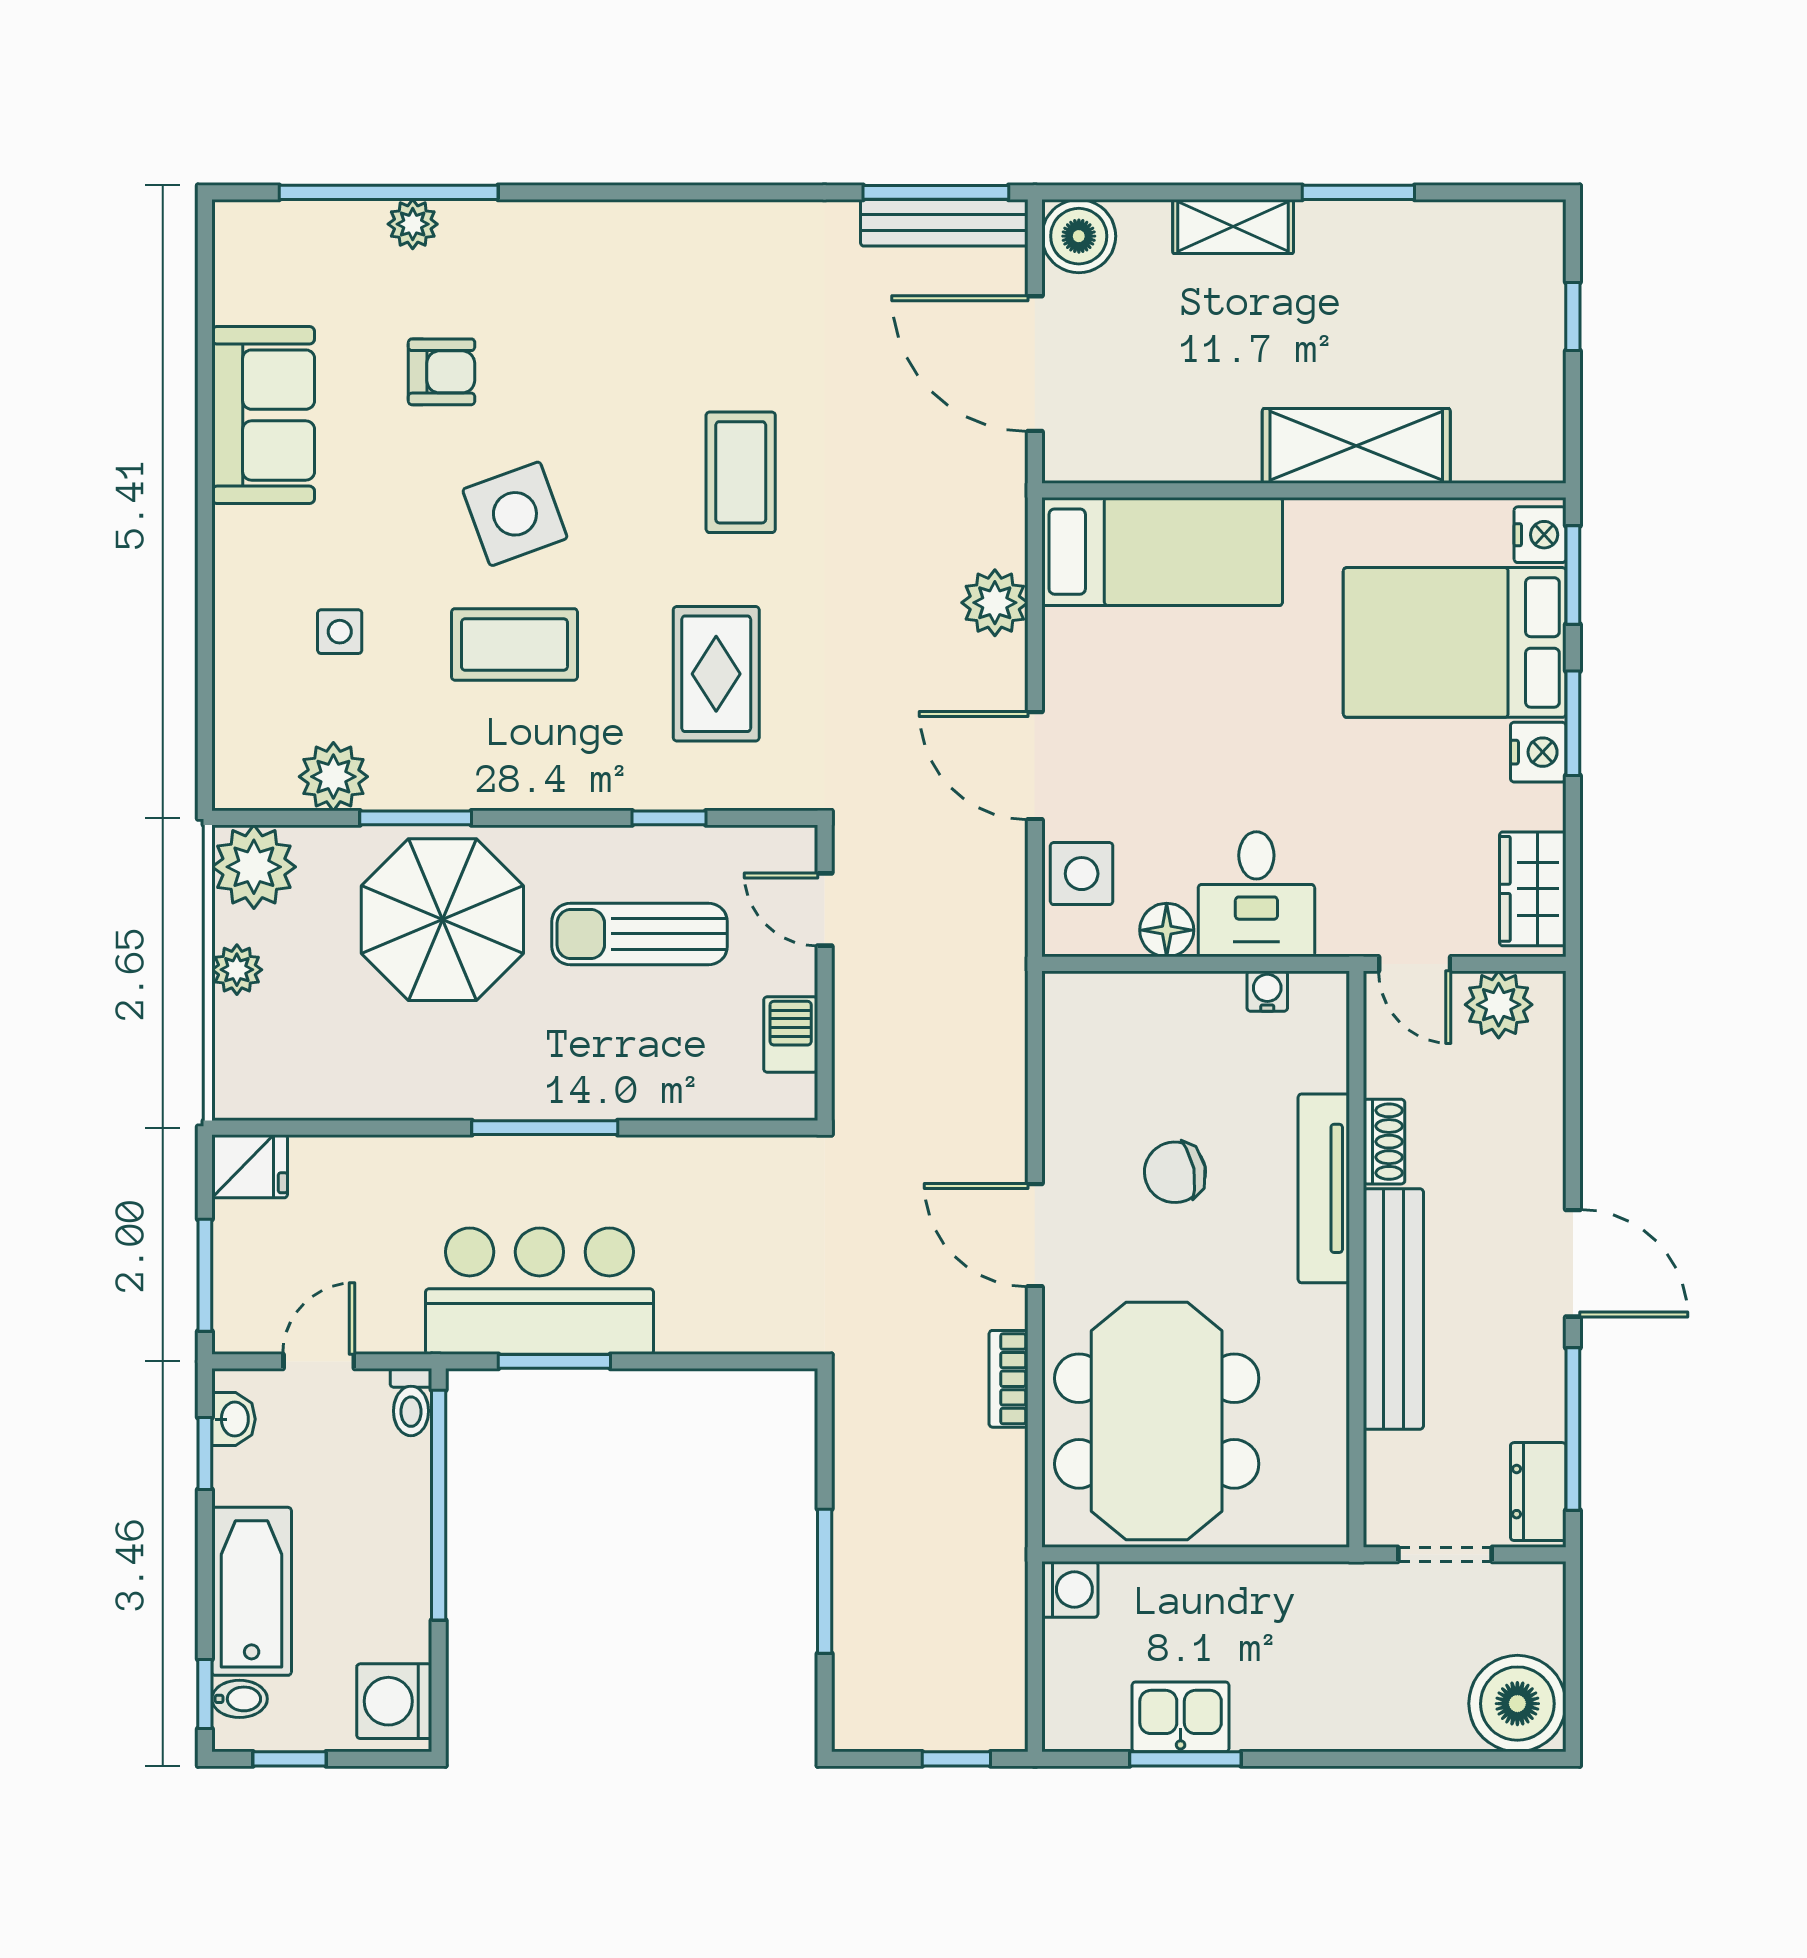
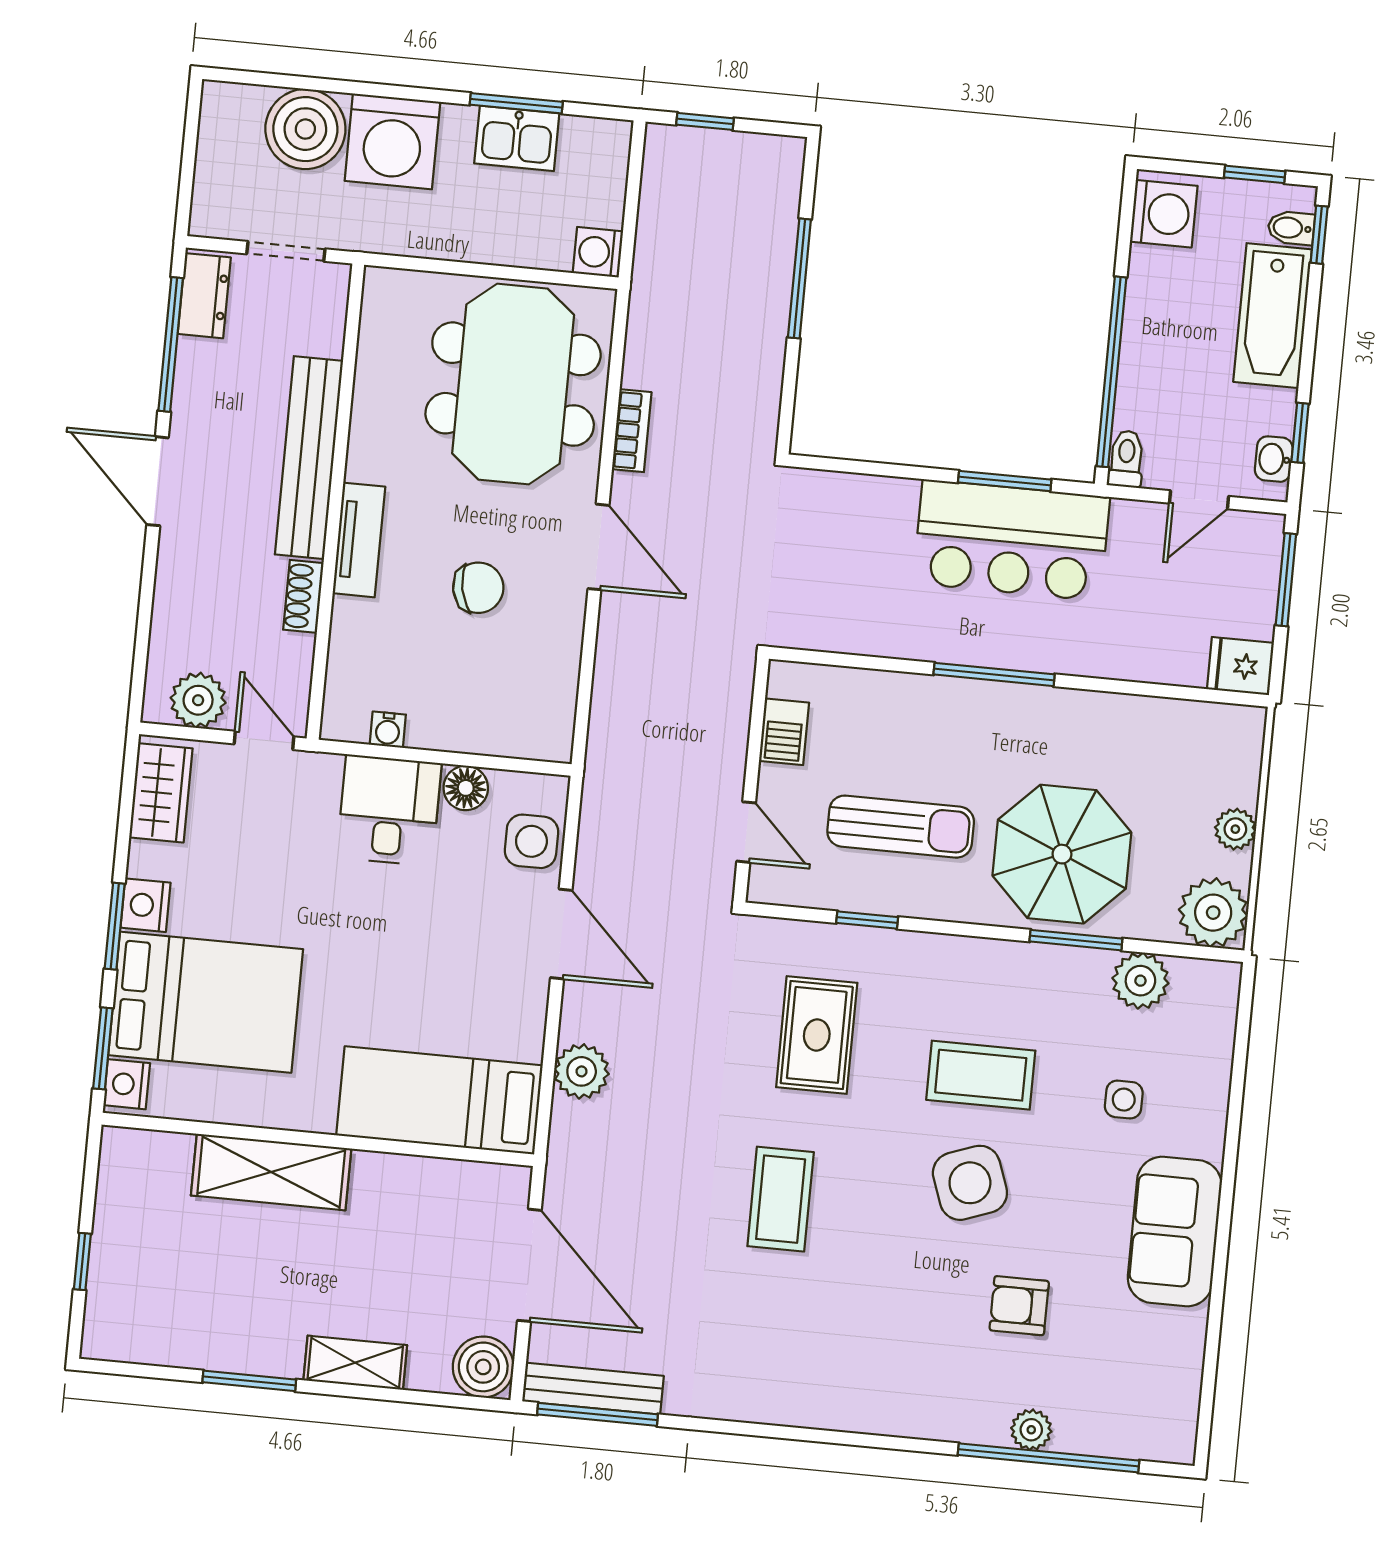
sofa: (263, 415) -> (1175, 1231), moved
tv unit: (1324, 1188) -> (359, 540), width x0.71
washing machine: (1330, 1699) -> (392, 141), added
boiler: (1517, 1704) -> (305, 129), moved

